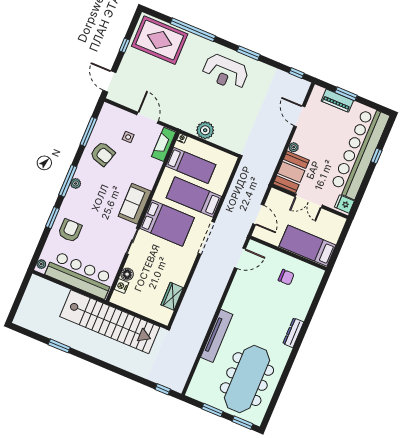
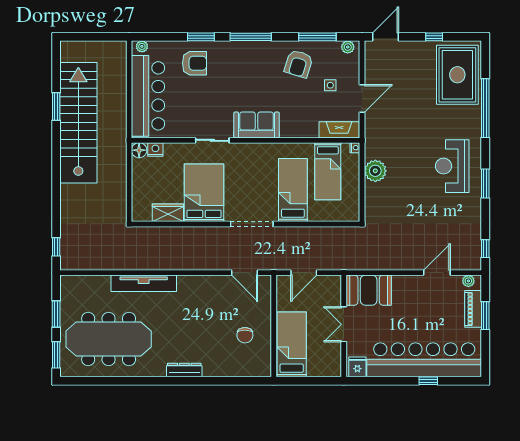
plant: (294, 147) -> (468, 281), moved
plant: (76, 183) -> (348, 47), moved
bed: (167, 223) -> (204, 193), moved, turned 180
floor lamp: (127, 274) -> (139, 150), moved
stairs: (110, 322) -> (78, 123), moved, turned 180

